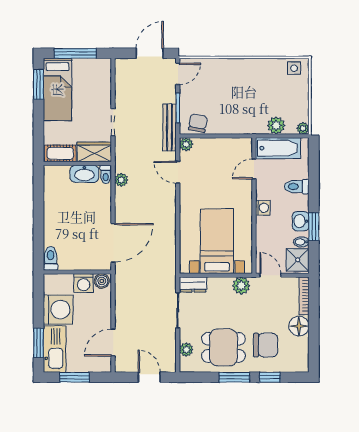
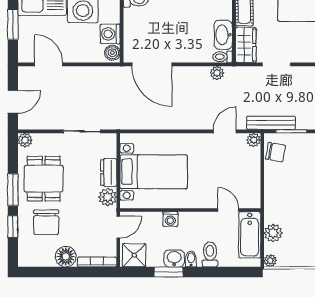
washing machine: (263, 208) -> (170, 219), moved
bidet: (301, 242) -> (191, 259), moved
dresser: (193, 285) -> (109, 172), moved
plant: (186, 350) -> (25, 140), moved

